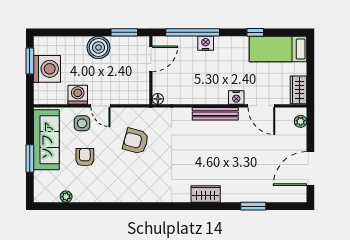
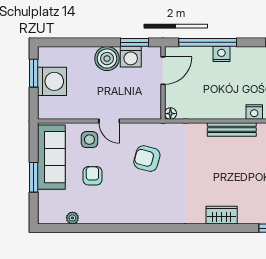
washing machine: (78, 95) -> (131, 57), moved, turned 180

